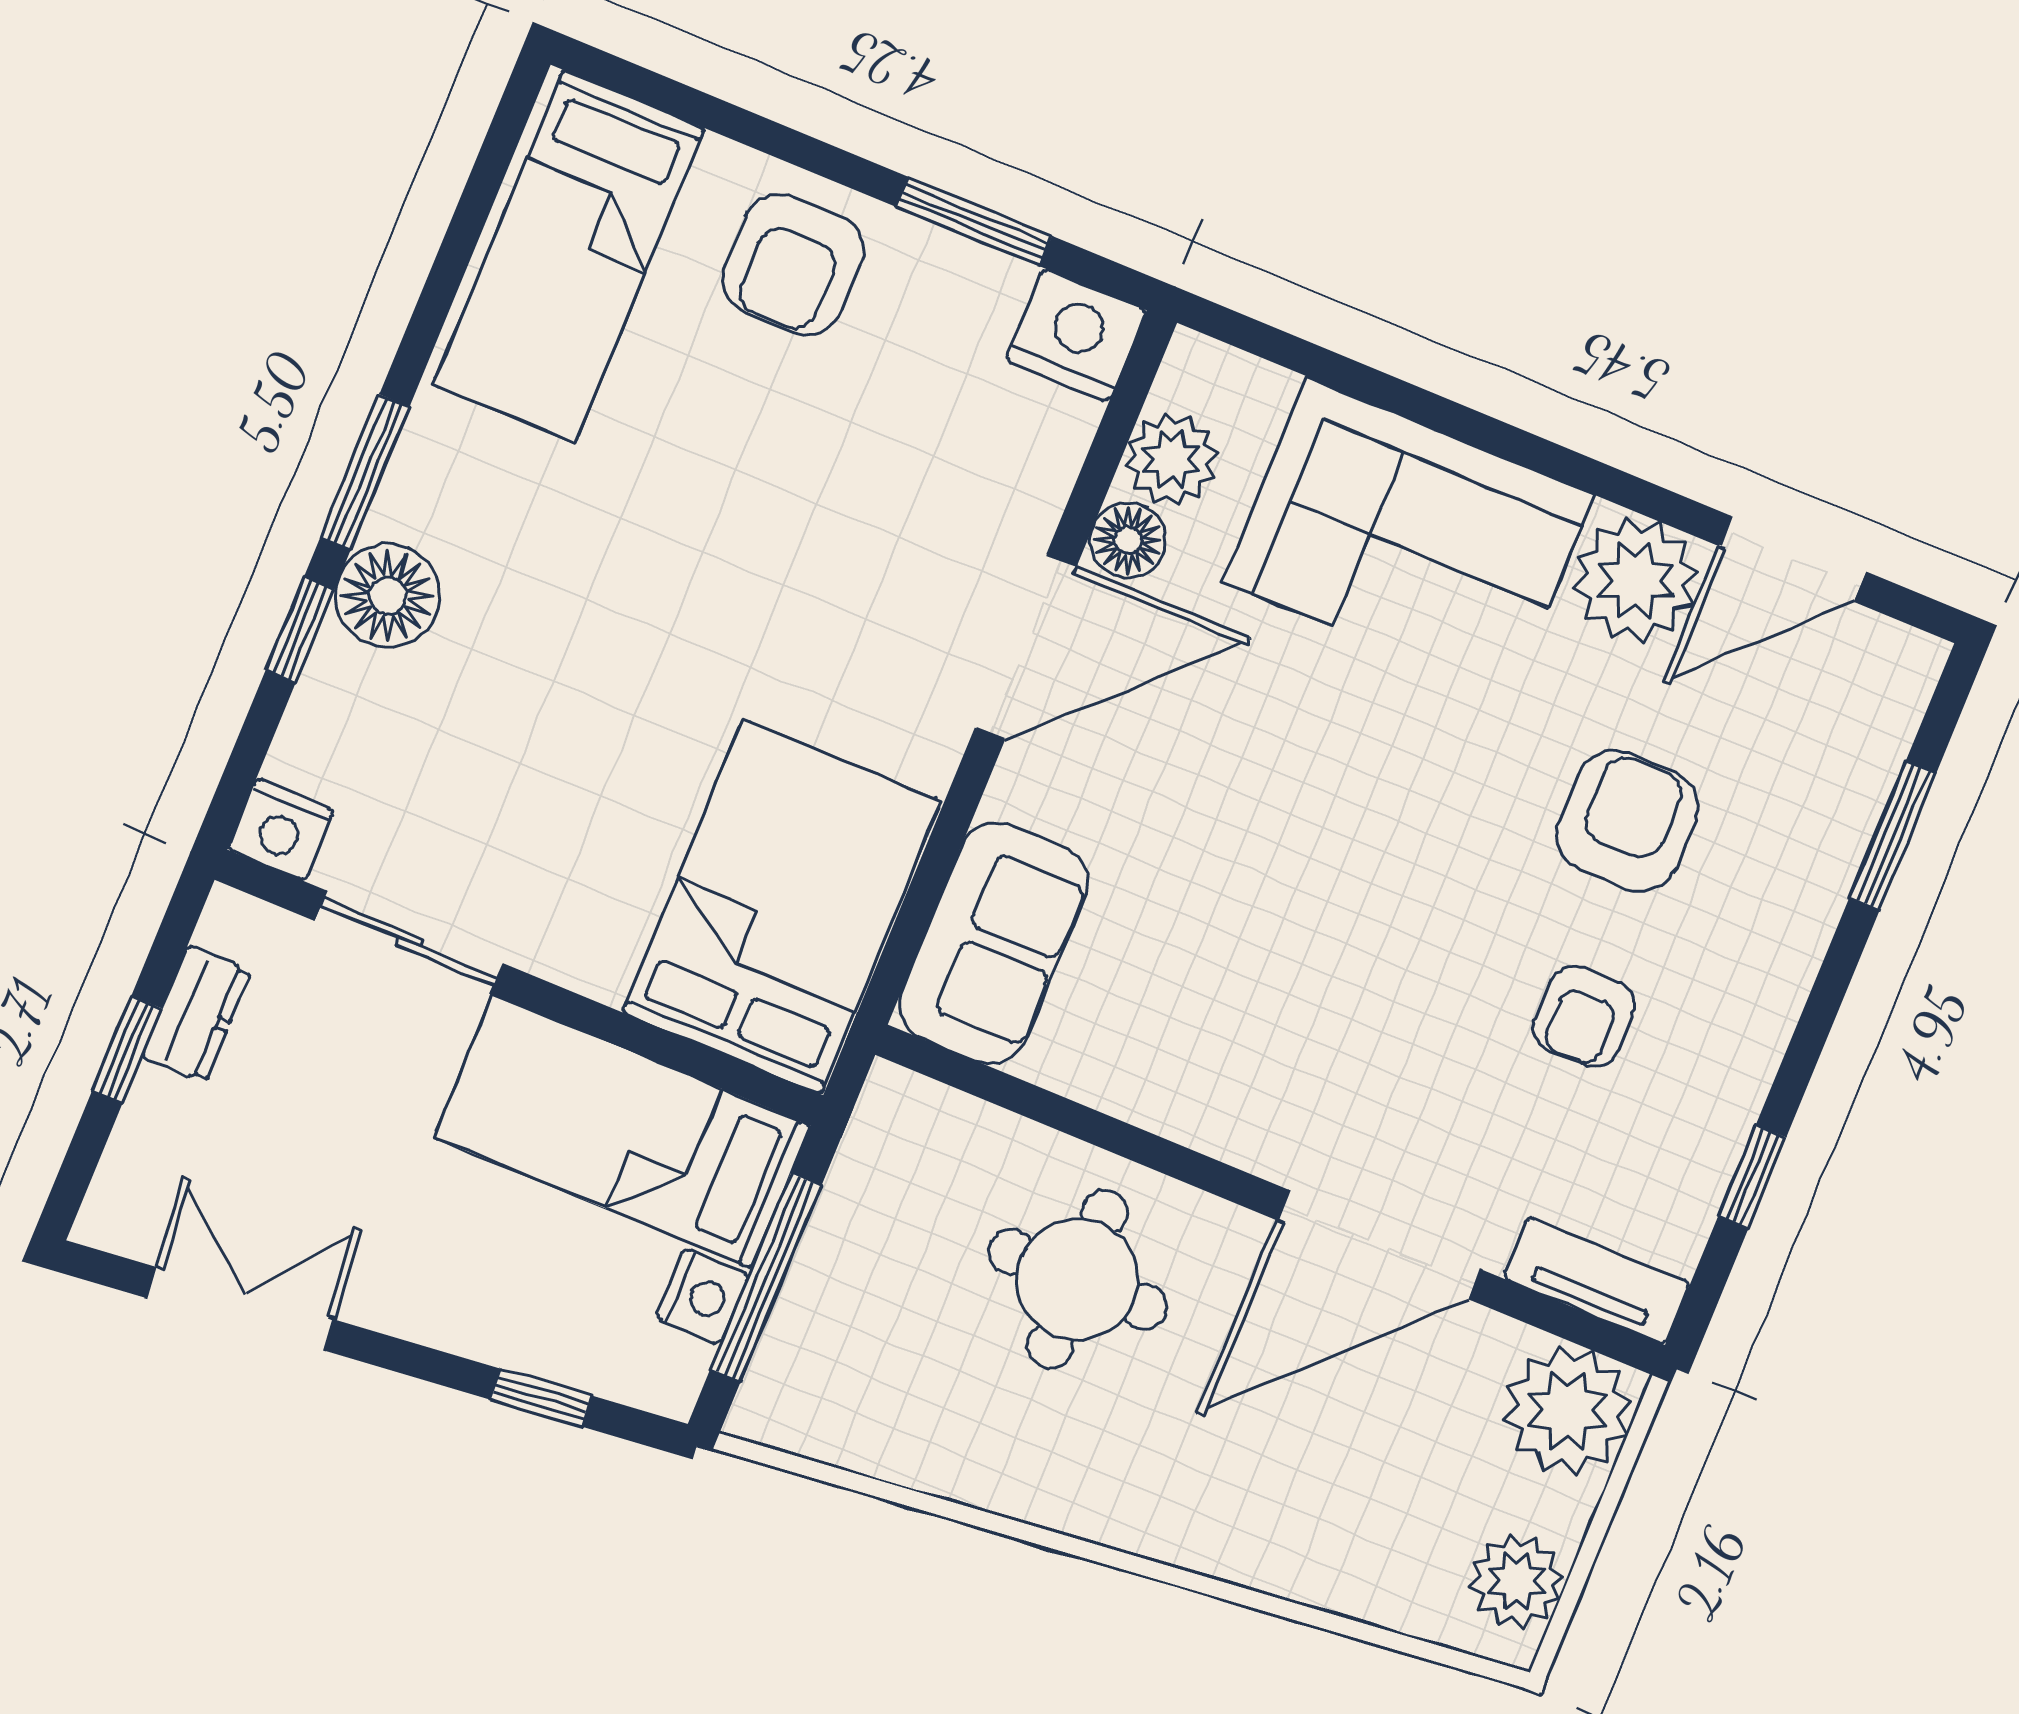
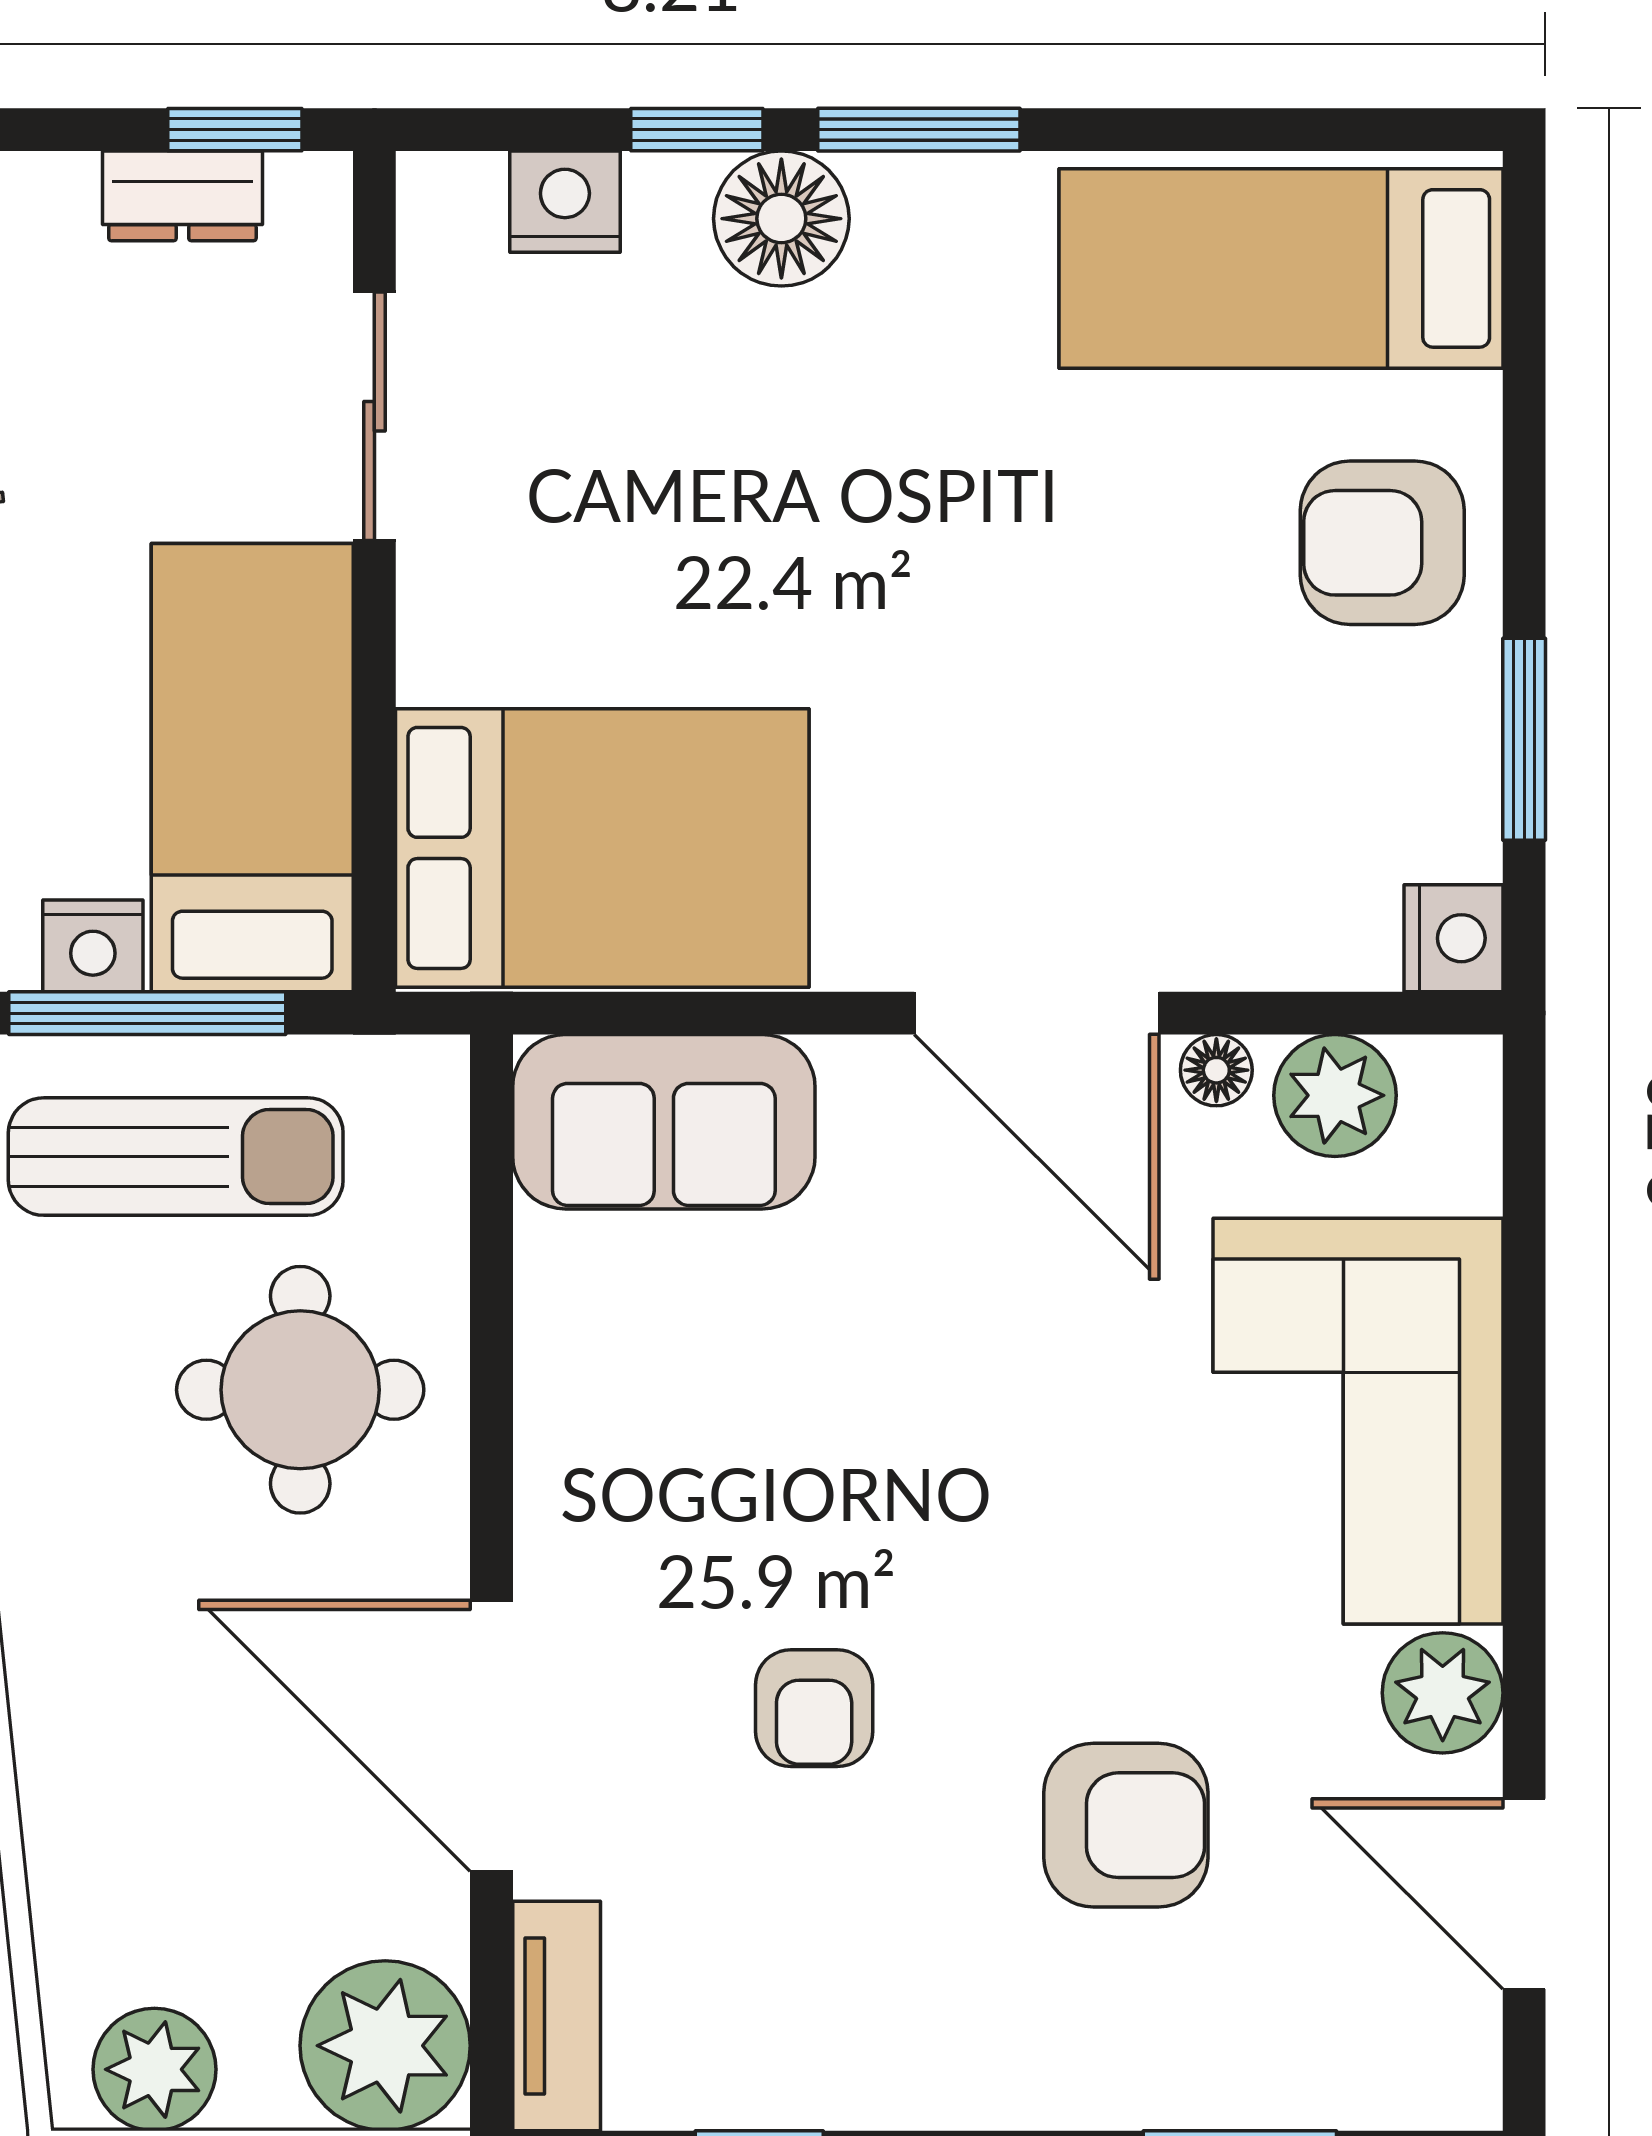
nightstand: (1076, 335) -> (1453, 938), width x0.74, depth x0.75
floor lamp: (1128, 540) -> (1216, 1070), width x0.73, depth x0.73
plant: (1635, 580) -> (1443, 1693), width x0.73, depth x0.73
nightstand: (281, 830) -> (565, 202), moved, turned 90
armchair: (1584, 1017) -> (814, 1708), moved, turned -90
window: (127, 1050) -> (235, 130), moved
sun lounger: (876, 1299) -> (176, 1157), added

